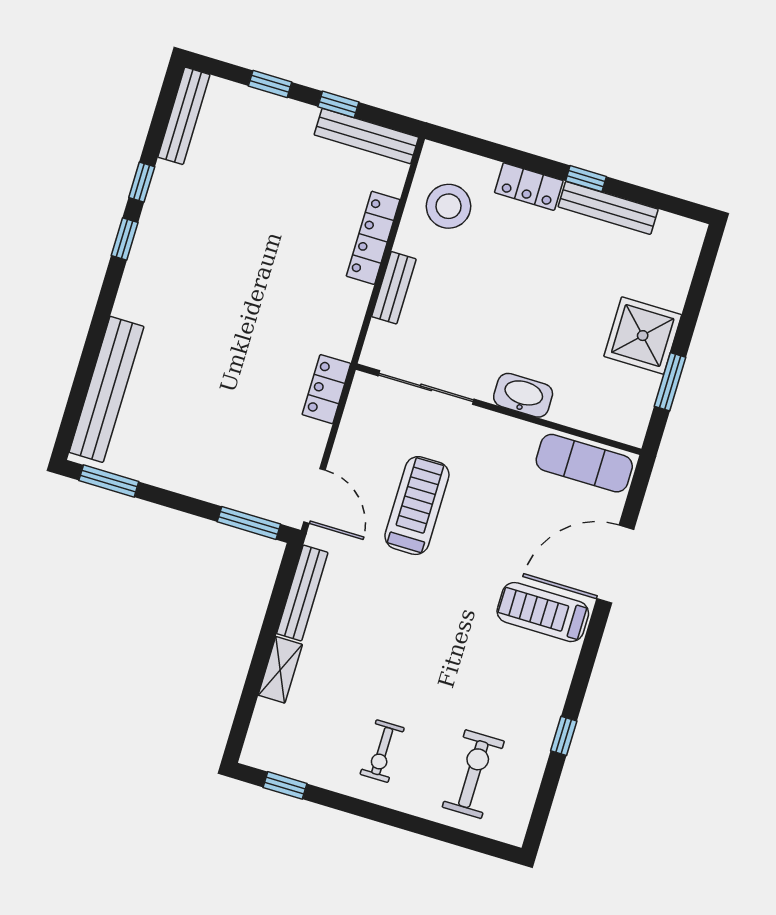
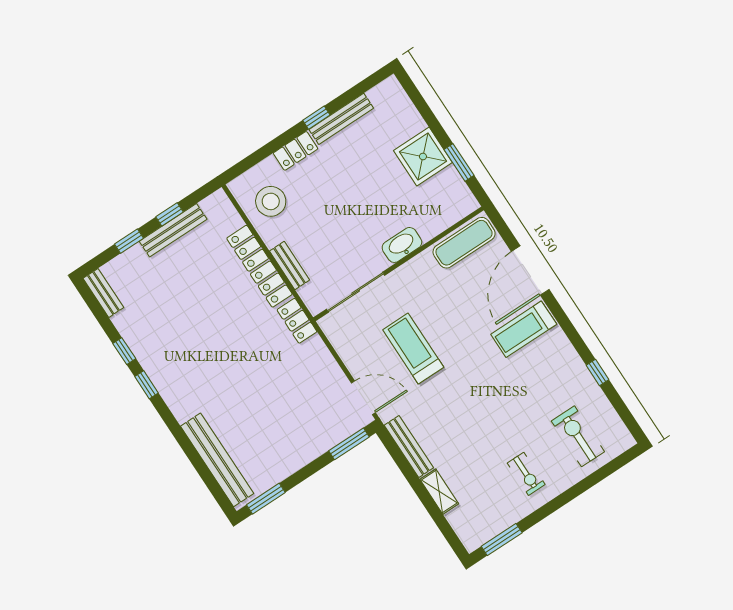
bench: (184, 116) -> (103, 293), width x0.73
bench: (366, 136) -> (173, 230), moved
locker: (373, 238) -> (259, 266), width x1.41, depth x1.21
locker: (326, 389) -> (297, 321), moved
window: (285, 785) -> (502, 540), width x1.50

